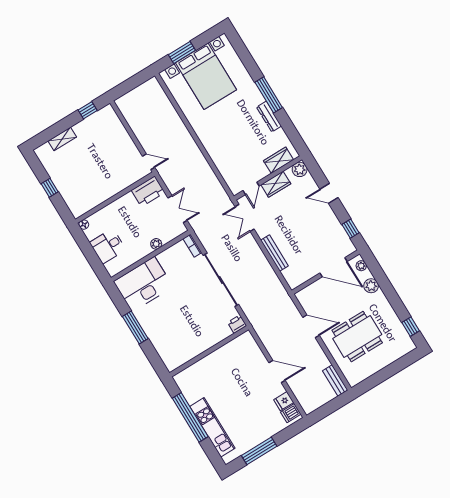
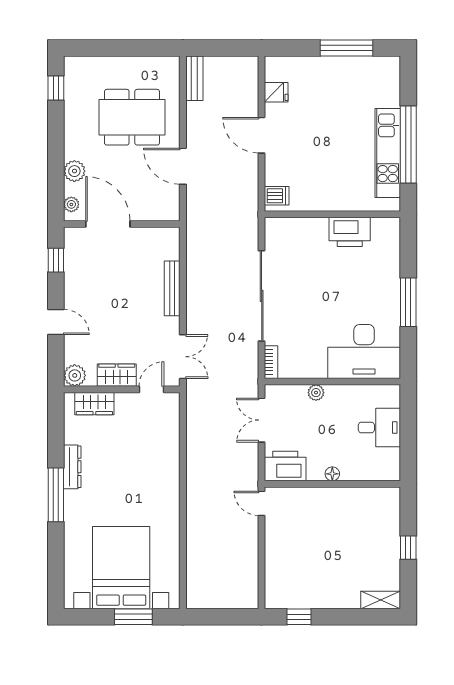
shelving: (62, 139) -> (381, 600), moved
floor lamp: (84, 225) -> (332, 474), moved
printer: (237, 324) -> (350, 232), moved, width x1.87, depth x1.48
dishwasher: (291, 413) -> (277, 196), moved
kitchen unit: (212, 427) -> (388, 153), moved

